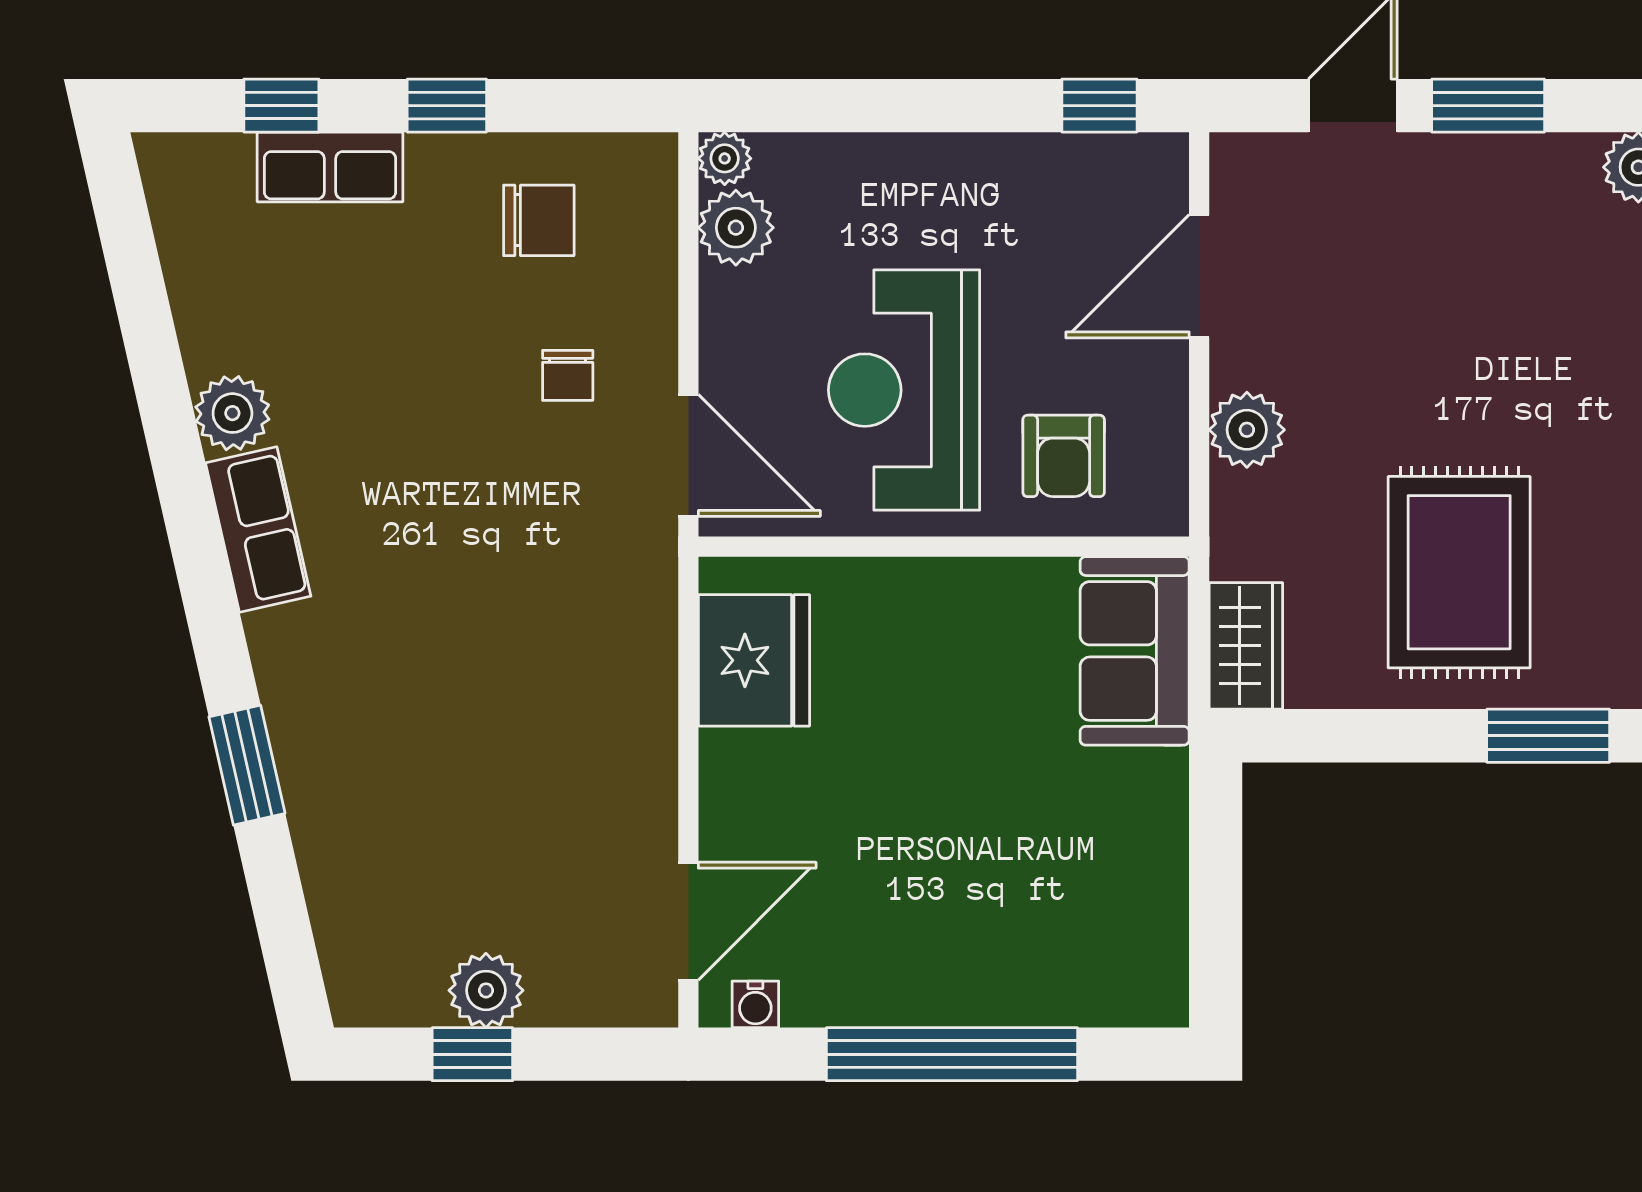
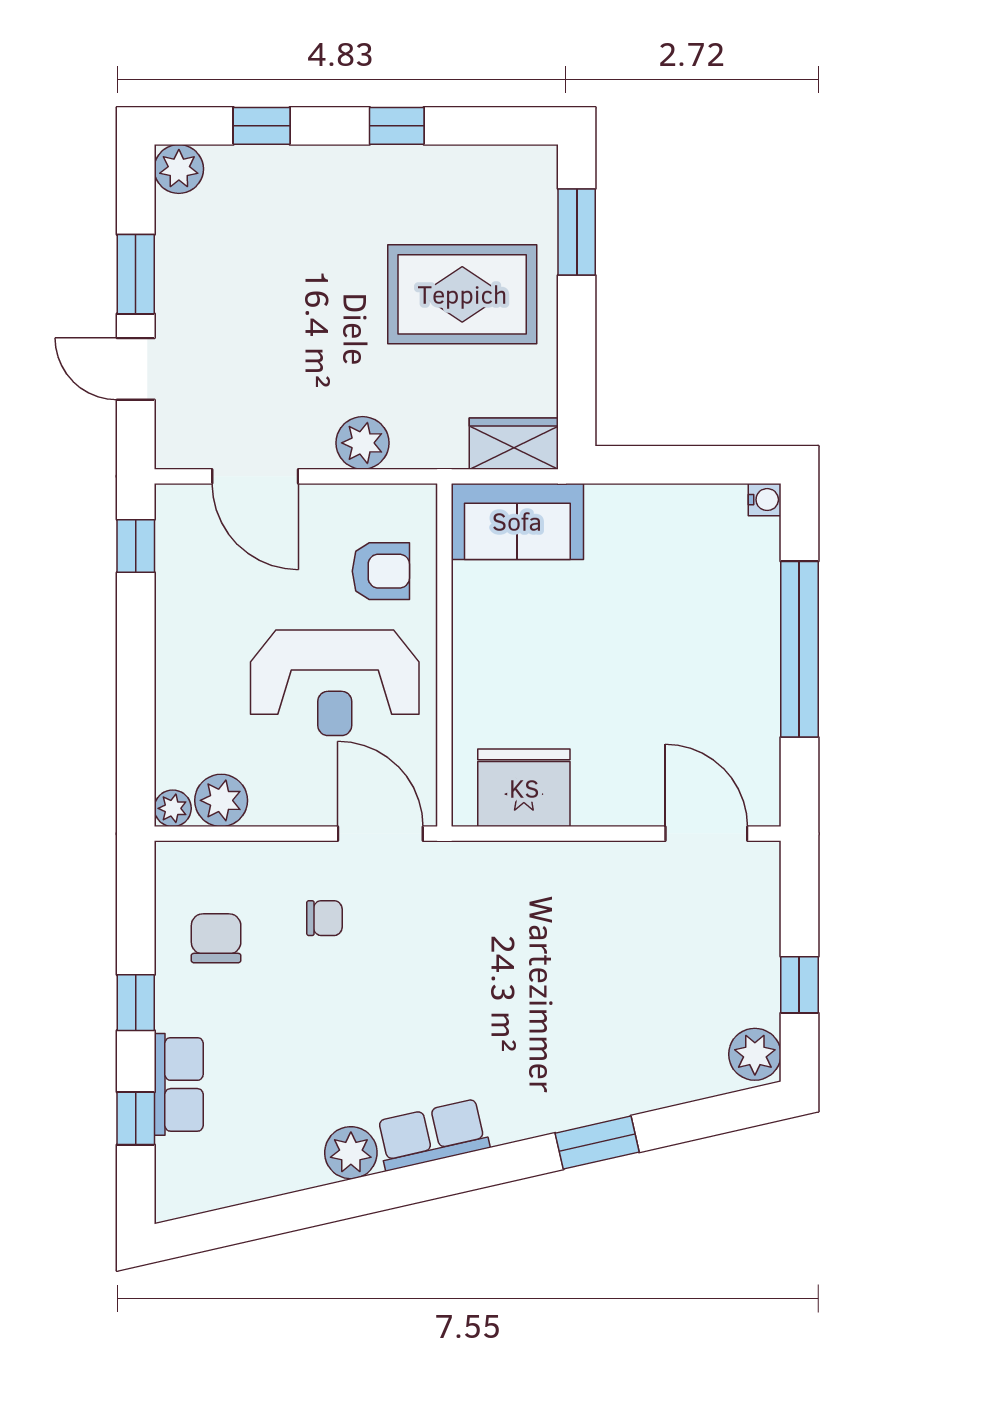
door: (688, 455) -> (380, 834), hinge flipped
plant: (486, 990) -> (755, 1054), moved
water cooler: (755, 1004) -> (765, 500), moved

